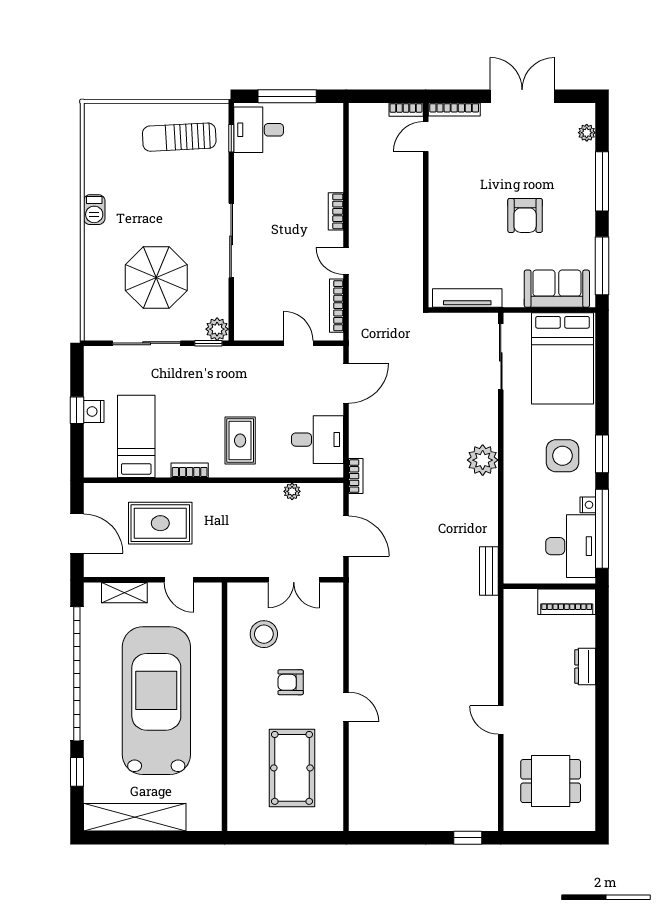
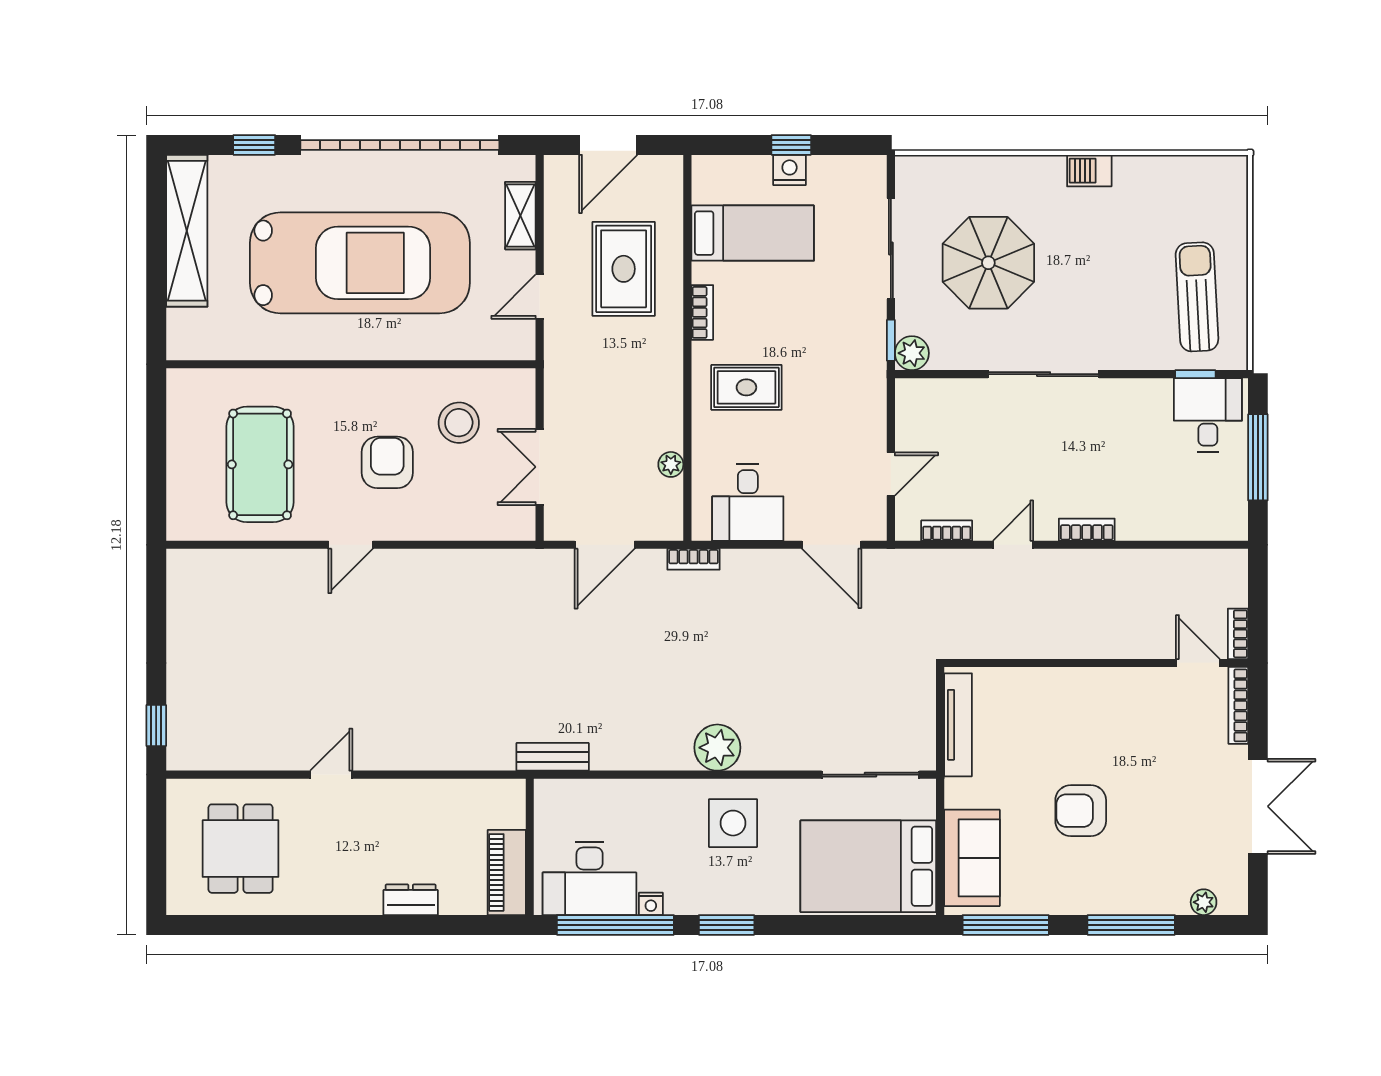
bookcase: (337, 306) -> (947, 531), width x0.64
side table: (562, 456) -> (733, 823), moved
armchair: (291, 682) -> (387, 462), width x1.38, depth x1.38
pool table: (292, 768) -> (260, 464), turned 90

